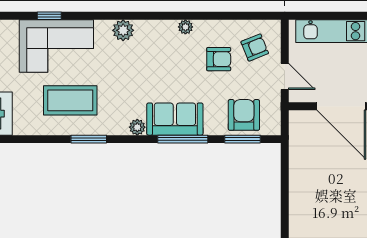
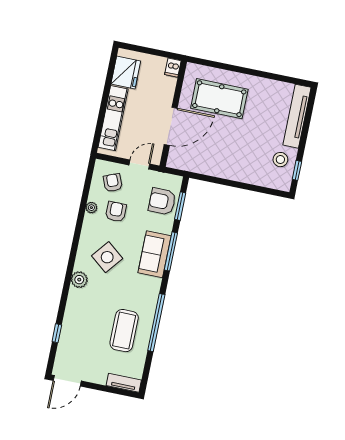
plant: (185, 27) -> (91, 208), moved
corner sofa: (56, 46) -> (81, 333), removed
side table: (159, 60) -> (107, 257), added
plant: (137, 127) -> (155, 284), removed
window: (89, 139) -> (156, 323), width x2.11

